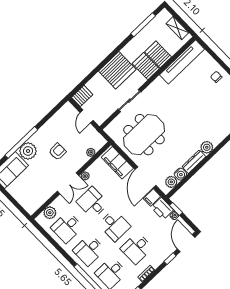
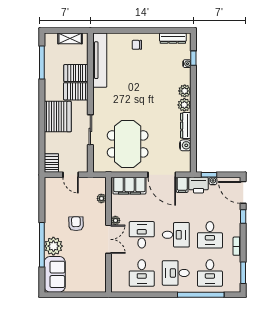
plant: (171, 182) -> (185, 91), moved
desk: (92, 203) -> (142, 235), turned 90
plant: (50, 213) -> (118, 275), removed
desk: (89, 250) -> (176, 273), turned 90

